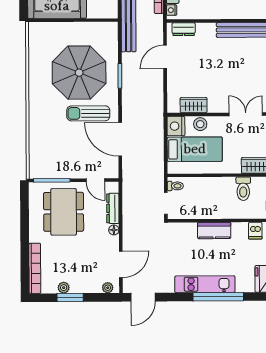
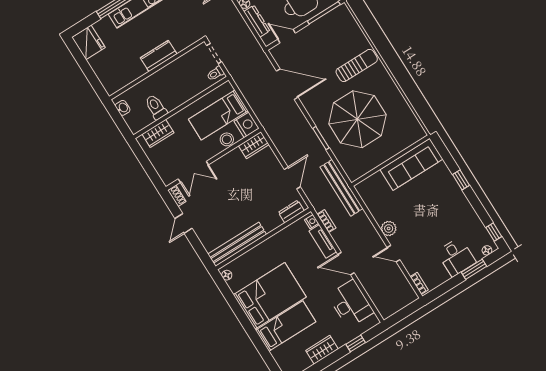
wardrobe: (194, 105) -> (254, 145), moved
sun lounger: (88, 113) -> (357, 65), moved
dishwasher: (255, 231) -> (123, 78), removed

